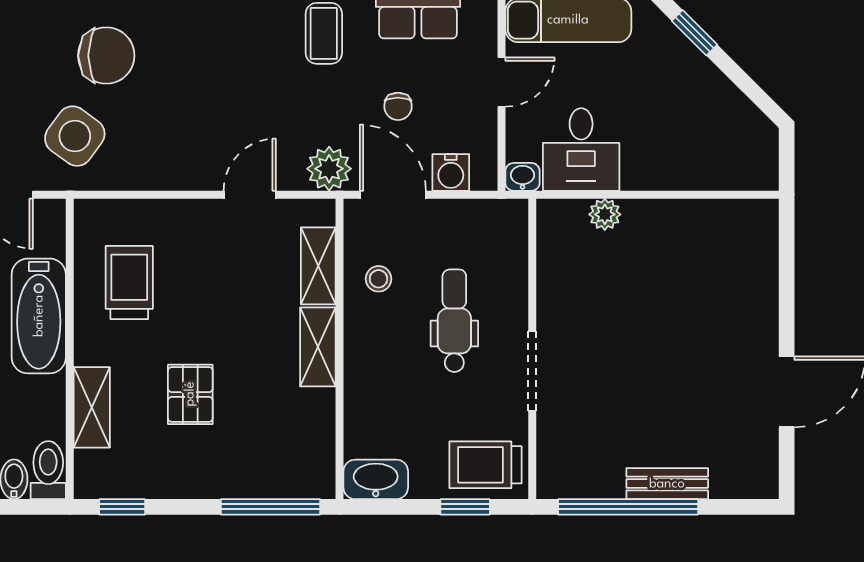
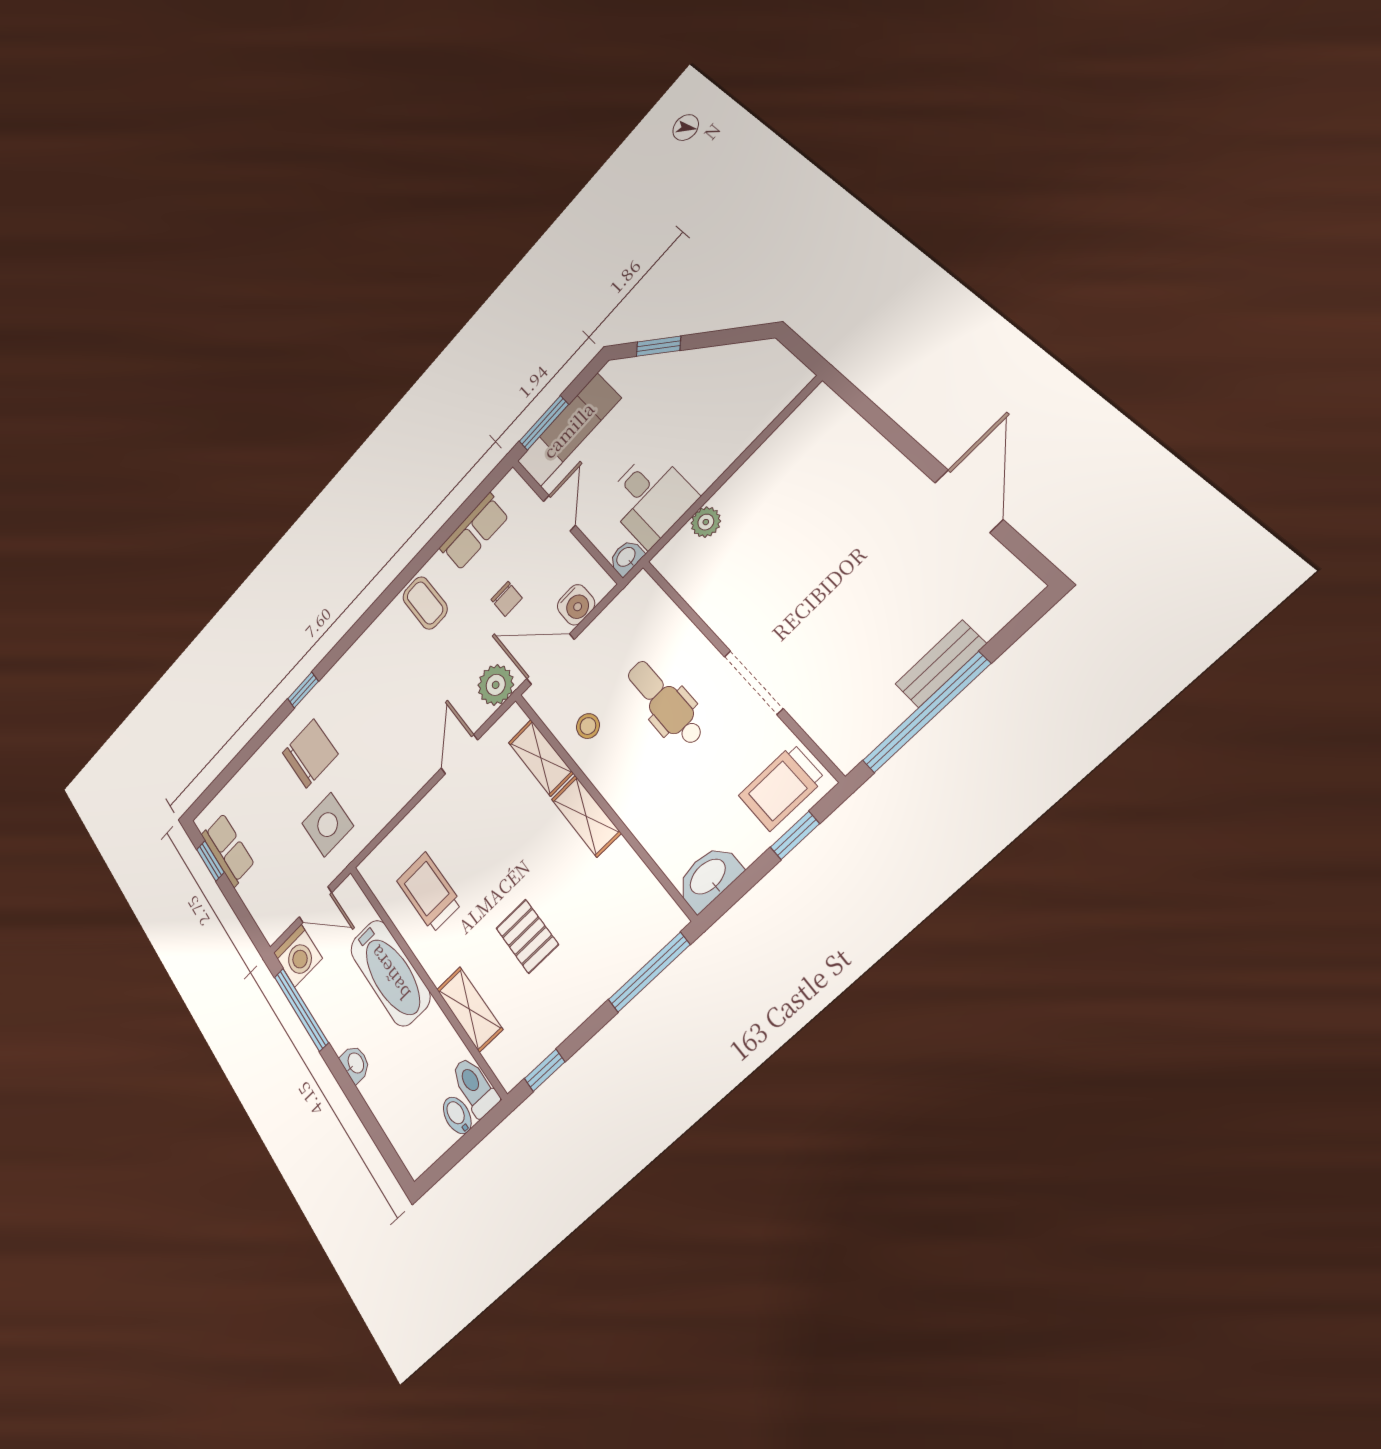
side table: (75, 136) -> (328, 825), turned -36

